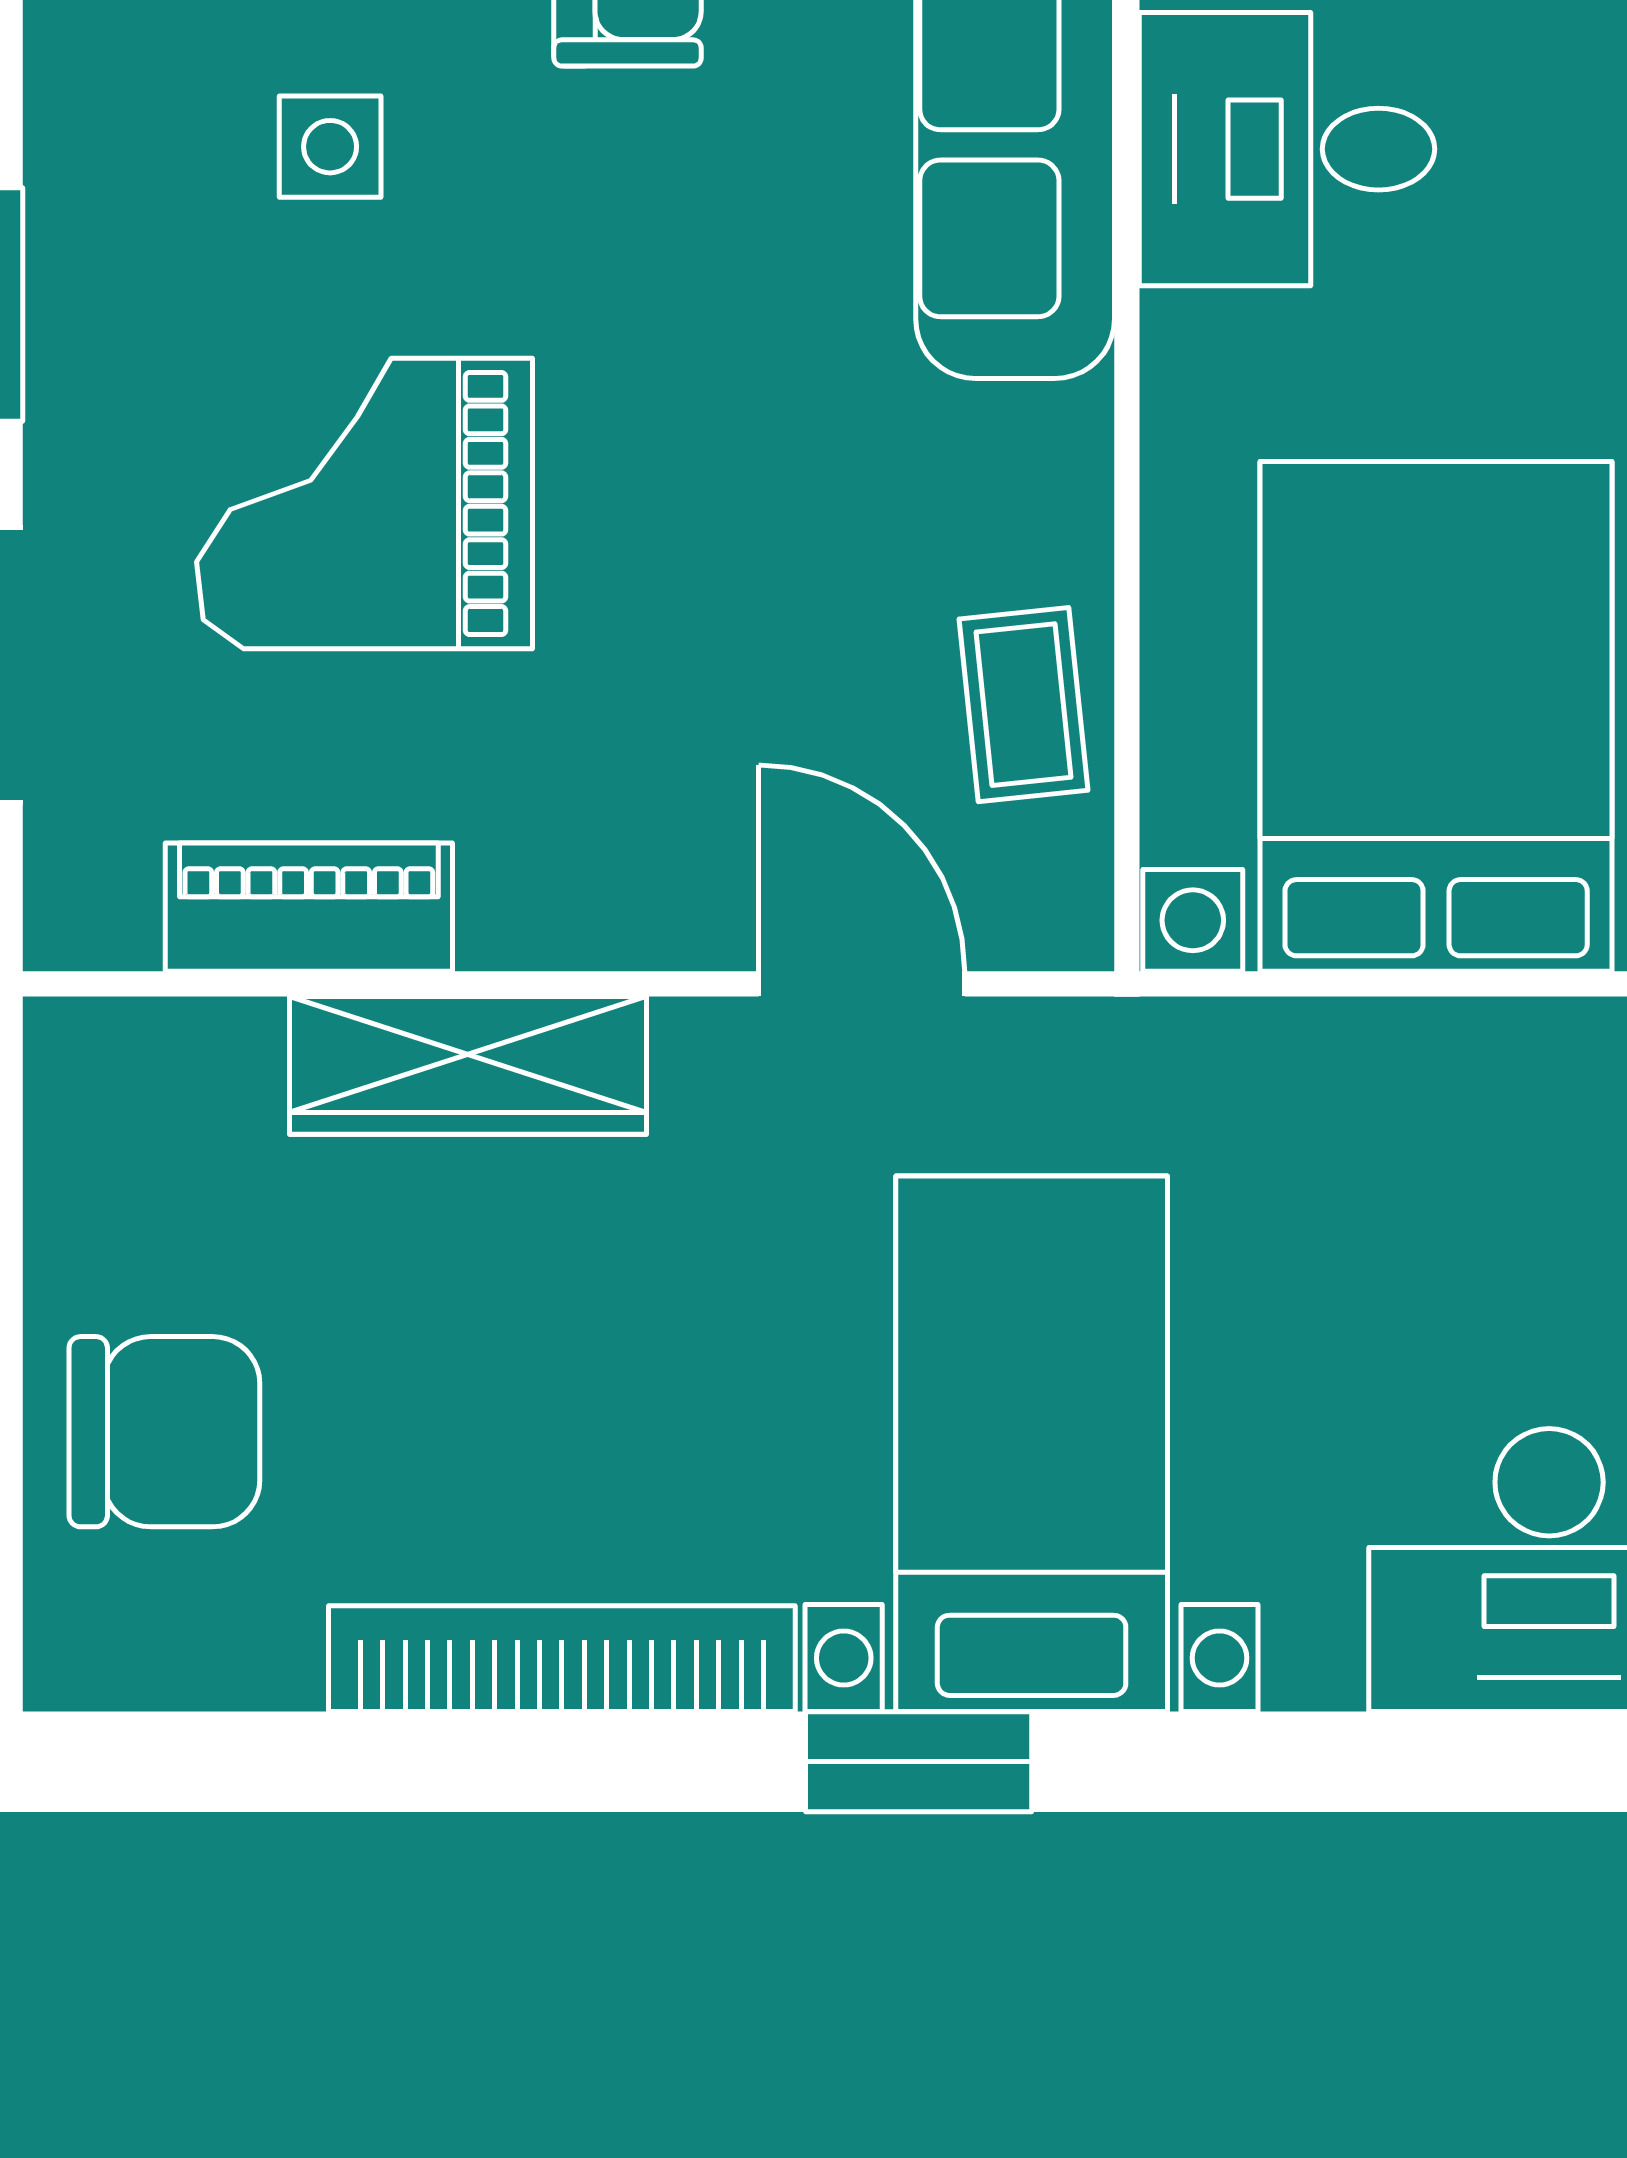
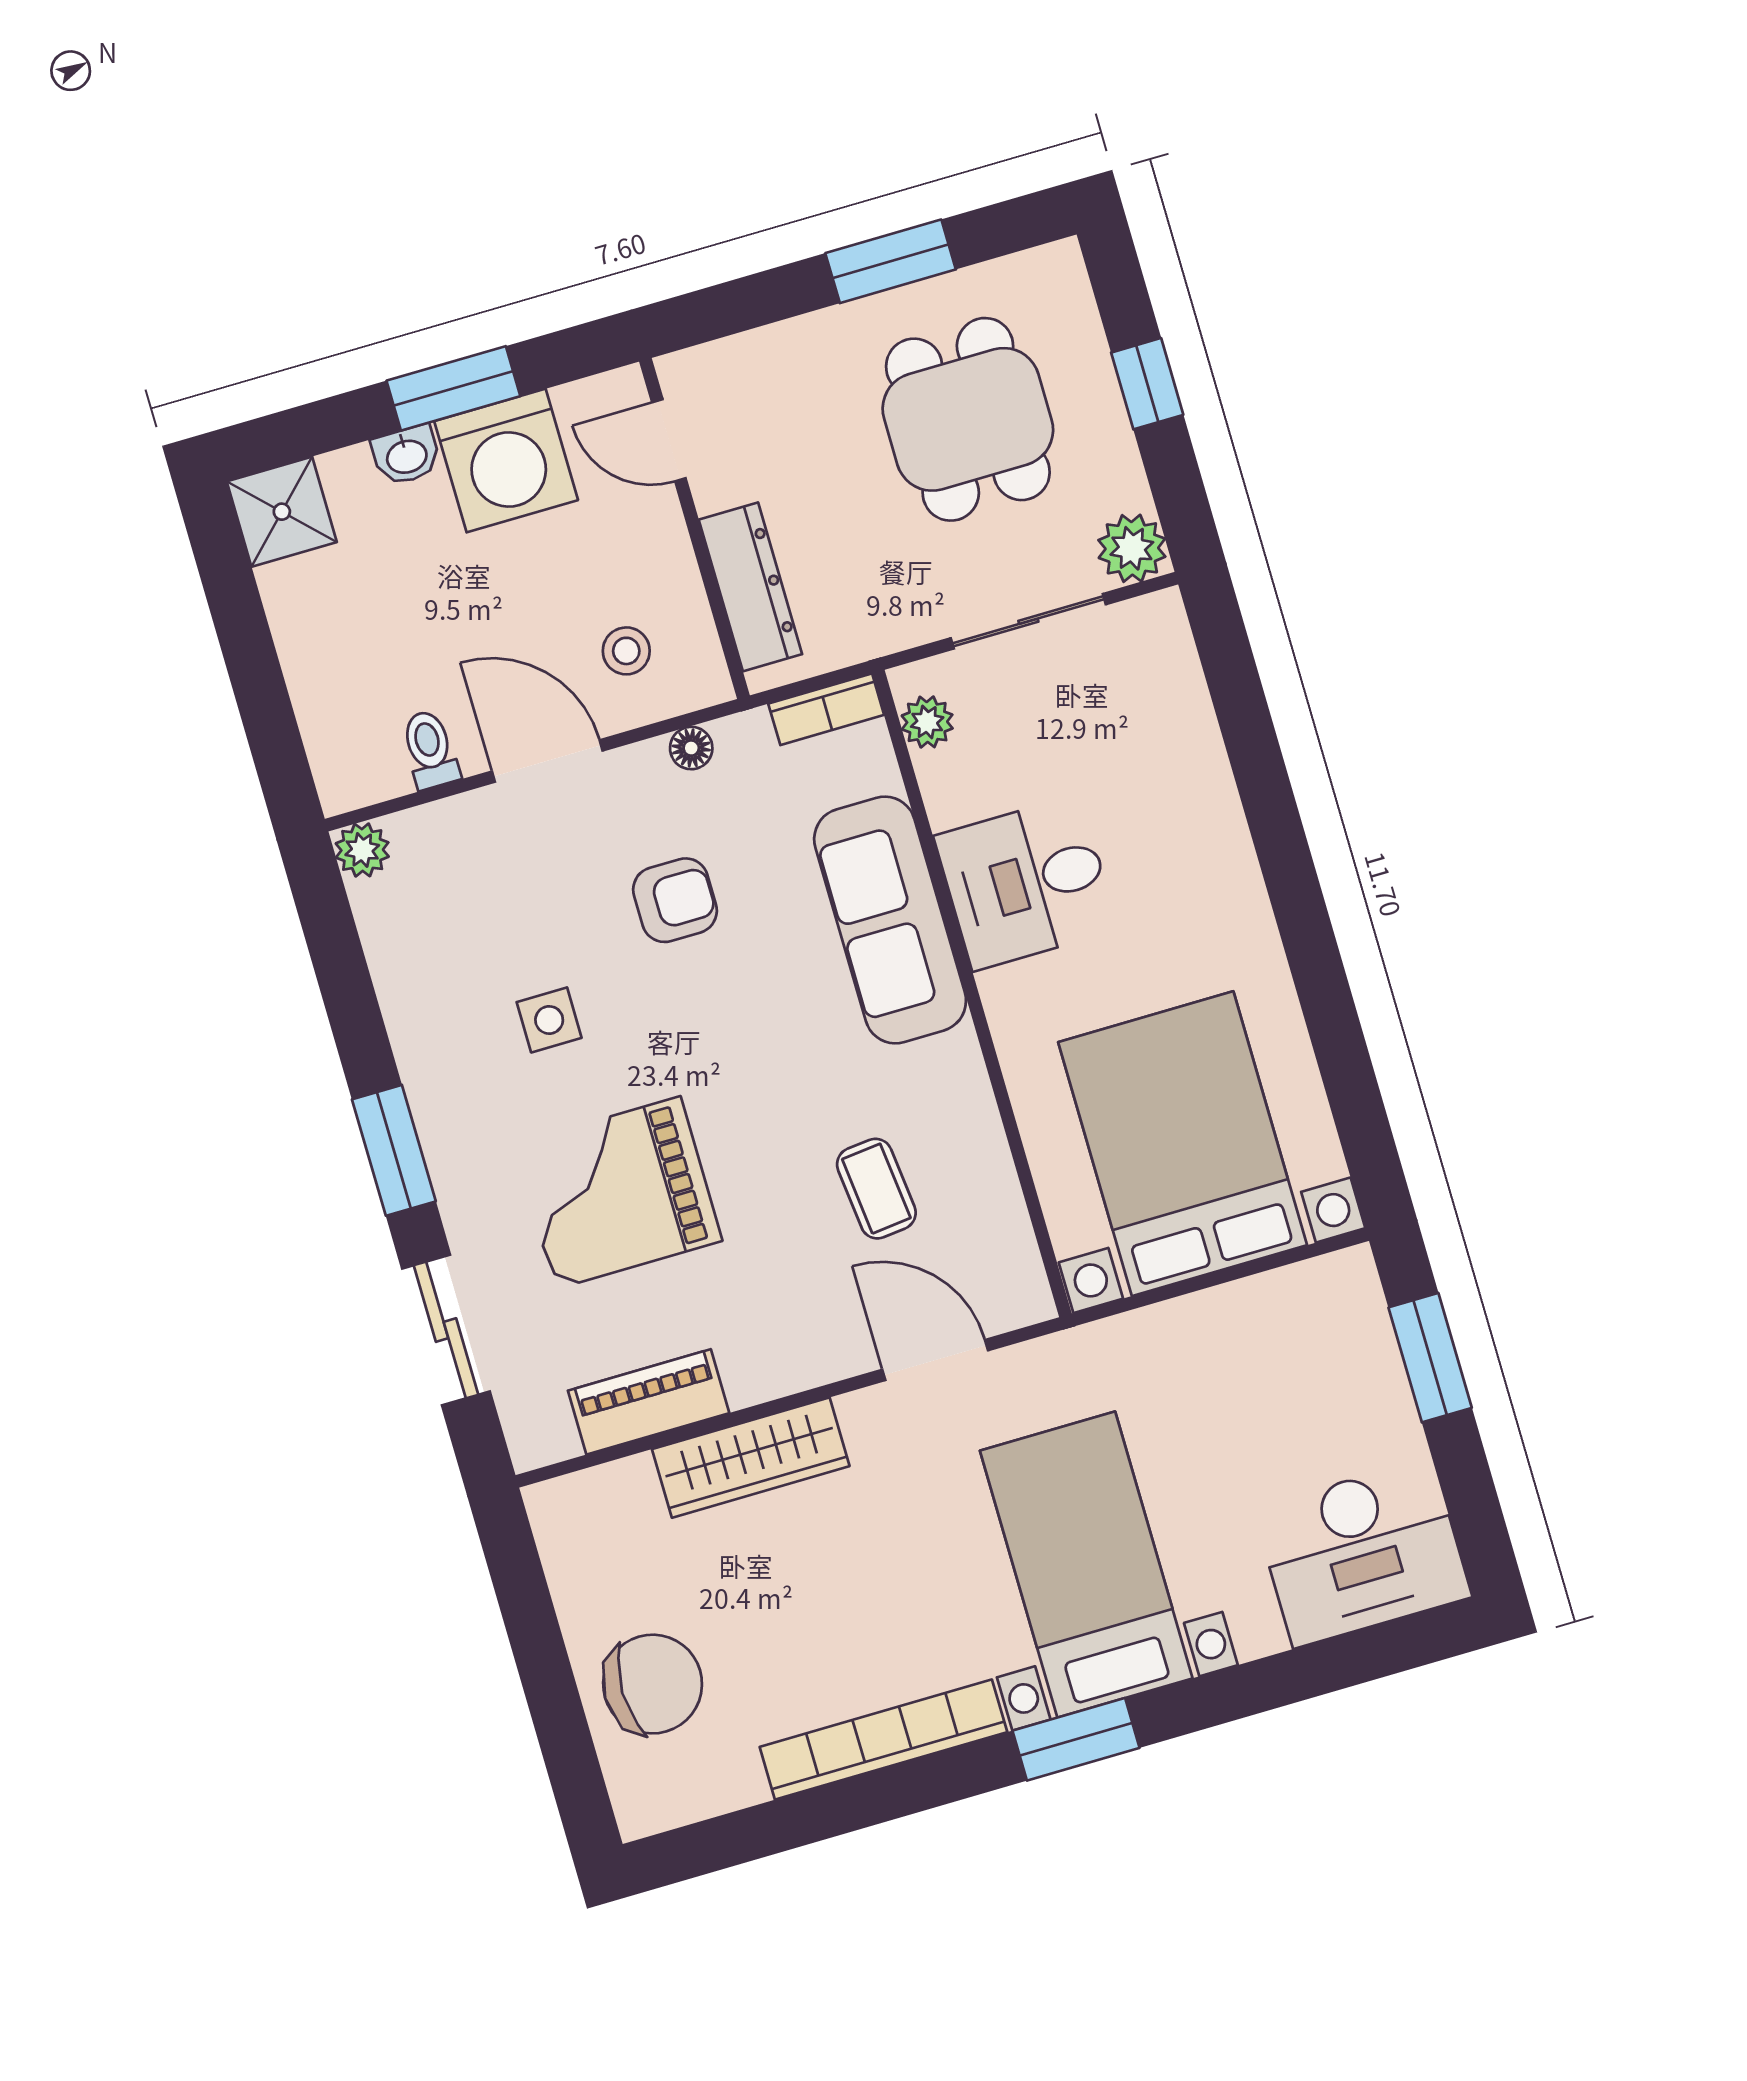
coffee table: (1023, 705) -> (876, 1189), moved

